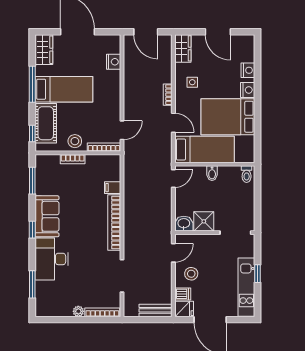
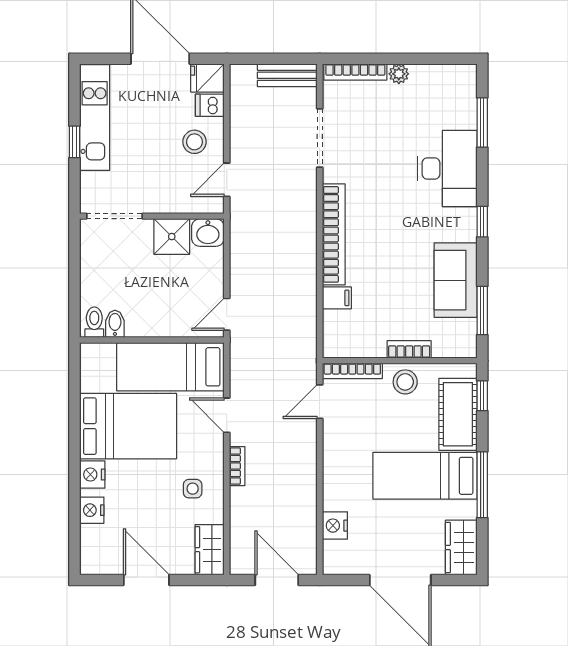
bidet: (212, 173) -> (115, 324), moved
sofa: (47, 216) -> (456, 280), moved
bench: (155, 310) -> (287, 75), moved

